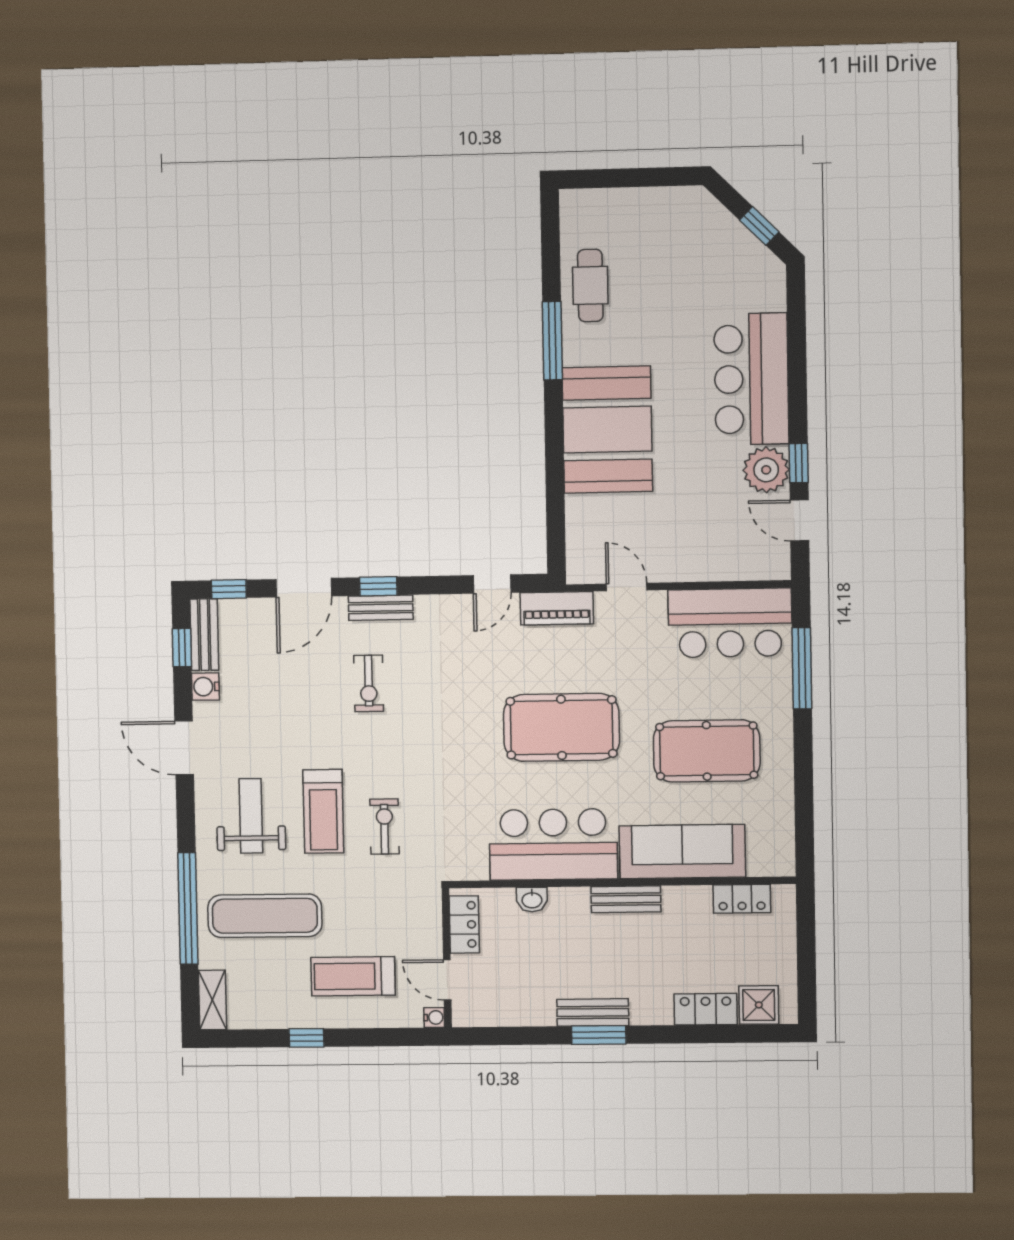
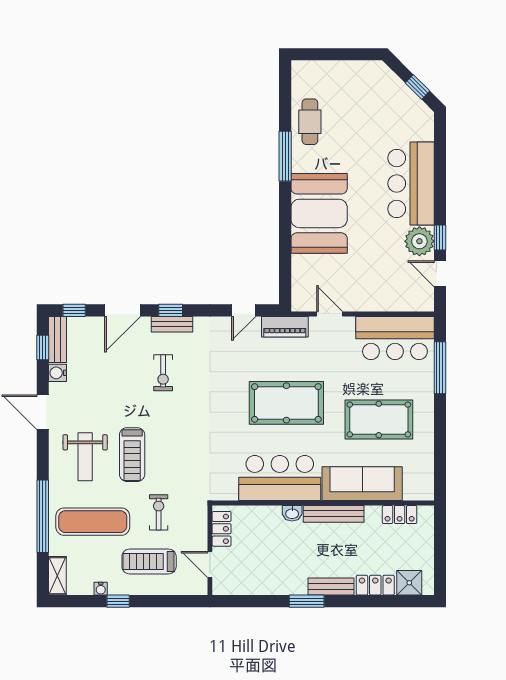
weight bench: (251, 816) -> (85, 457), turned 180
exercise bike: (385, 826) -> (159, 512), moved
bench: (626, 899) -> (334, 514), width x1.36
washbasin: (532, 900) -> (292, 513), moved
bench: (593, 1012) -> (331, 586), moved
water cooler: (434, 1017) -> (101, 589), moved, turned 90

